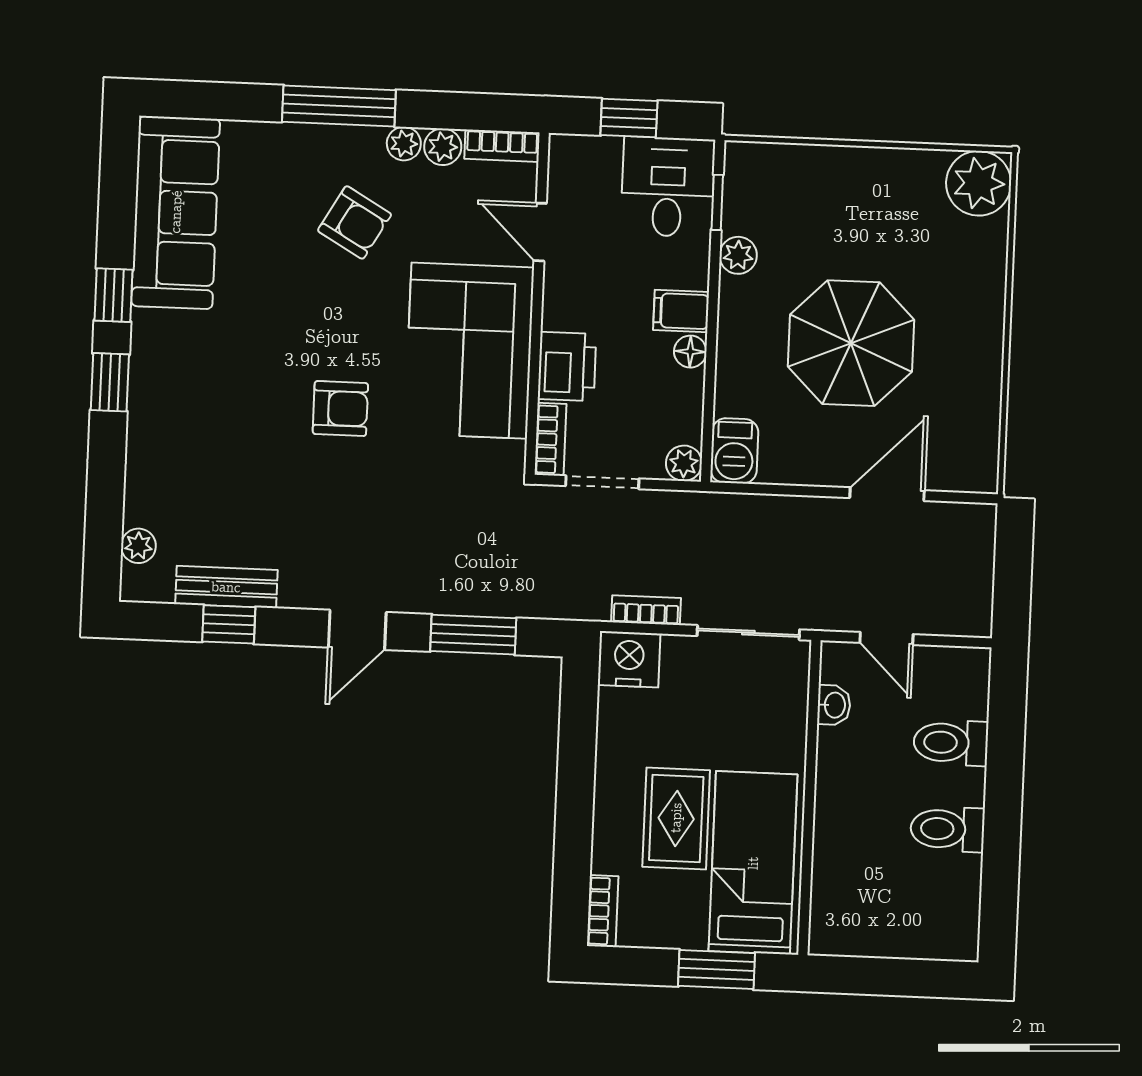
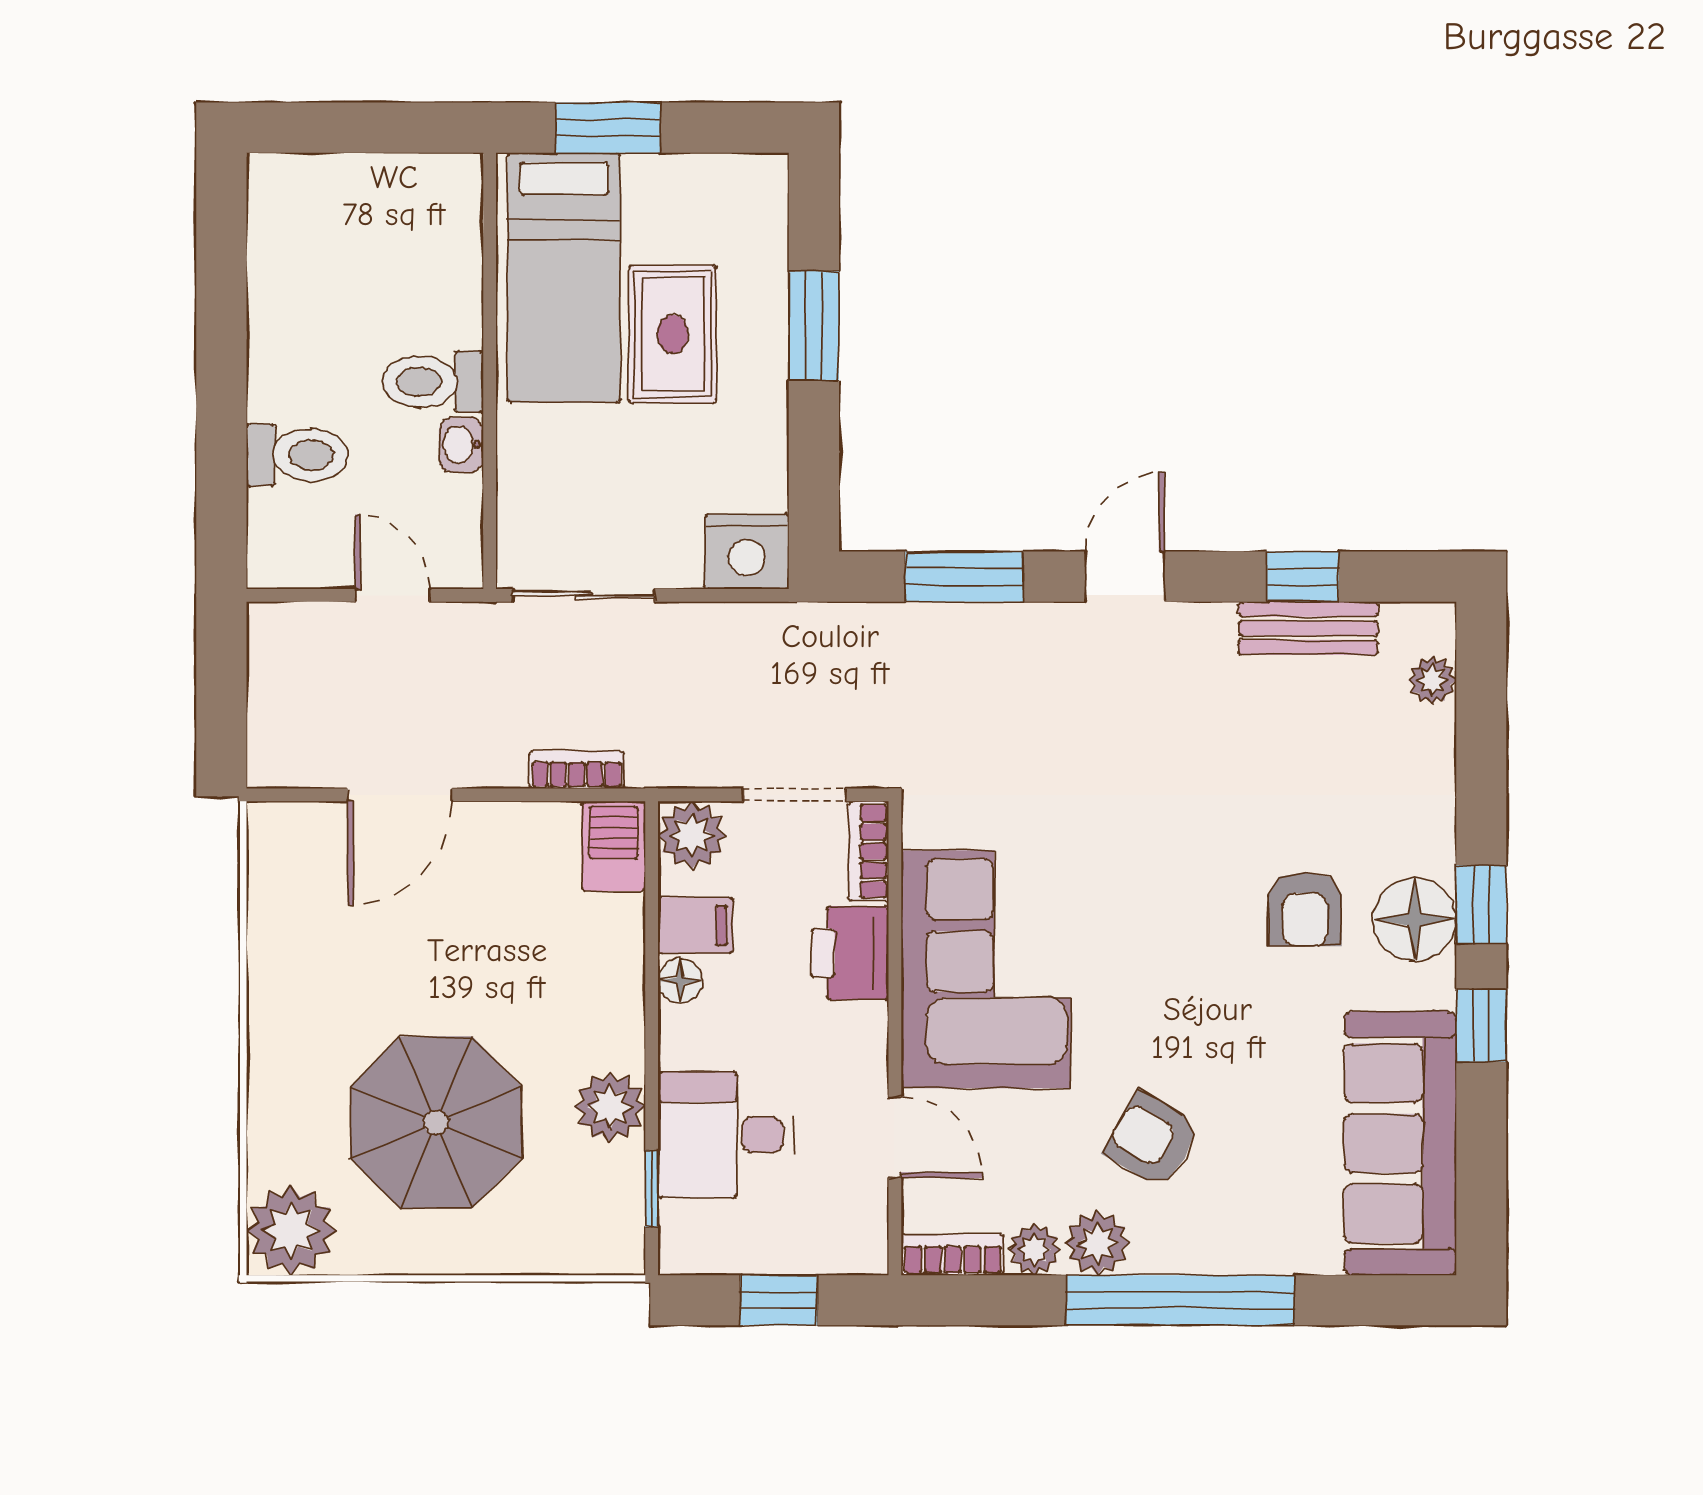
window: (339, 106) -> (1180, 1300), width x1.46
plant: (404, 144) -> (1097, 1243), width x1.38, depth x1.38
desk: (668, 187) -> (726, 1135), moved, turned 90
plant: (738, 255) -> (610, 1107), width x1.38, depth x1.38
filing cabinet: (681, 311) -> (695, 925), moved
parasol: (851, 343) -> (436, 1122), moved
floor lamp: (158, 374) -> (1415, 919), added
armchair: (340, 409) -> (1305, 909), moved, turned -90
plant: (684, 463) -> (692, 835), width x1.38, depth x1.38
bookcase: (646, 610) -> (577, 770), moved, turned 180
washbasin: (834, 705) -> (461, 445), moved
window: (574, 820) -> (814, 326), added
toilet: (947, 829) -> (433, 382), moved, turned 180
bookcase: (603, 911) -> (769, 202), removed

